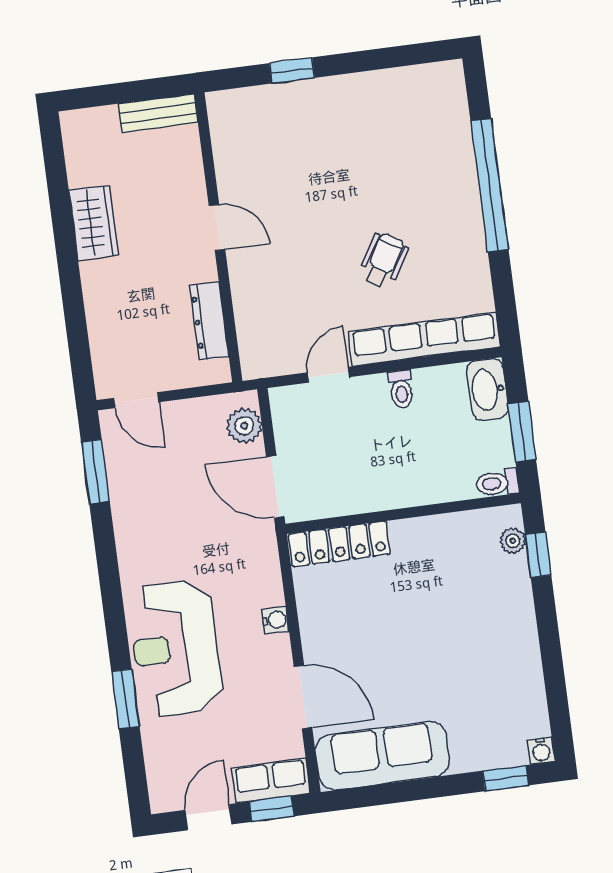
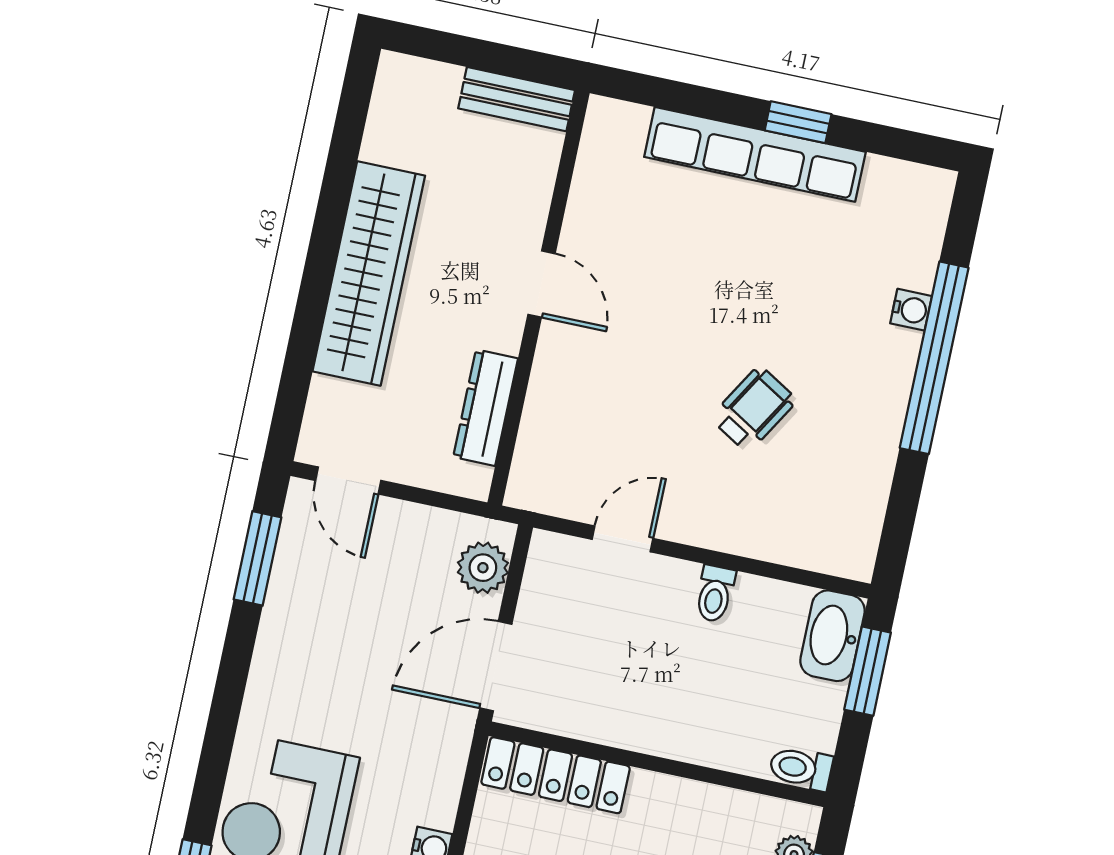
window: (292, 70) -> (798, 122), moved
water cooler: (463, 159) -> (911, 310), added
wardrobe: (94, 223) -> (369, 273), width x2.10, depth x1.17
row of seats: (424, 339) -> (755, 154), moved, turned 180
window: (522, 432) -> (868, 671), moved
door: (275, 487) -> (496, 666), hinge flipped

